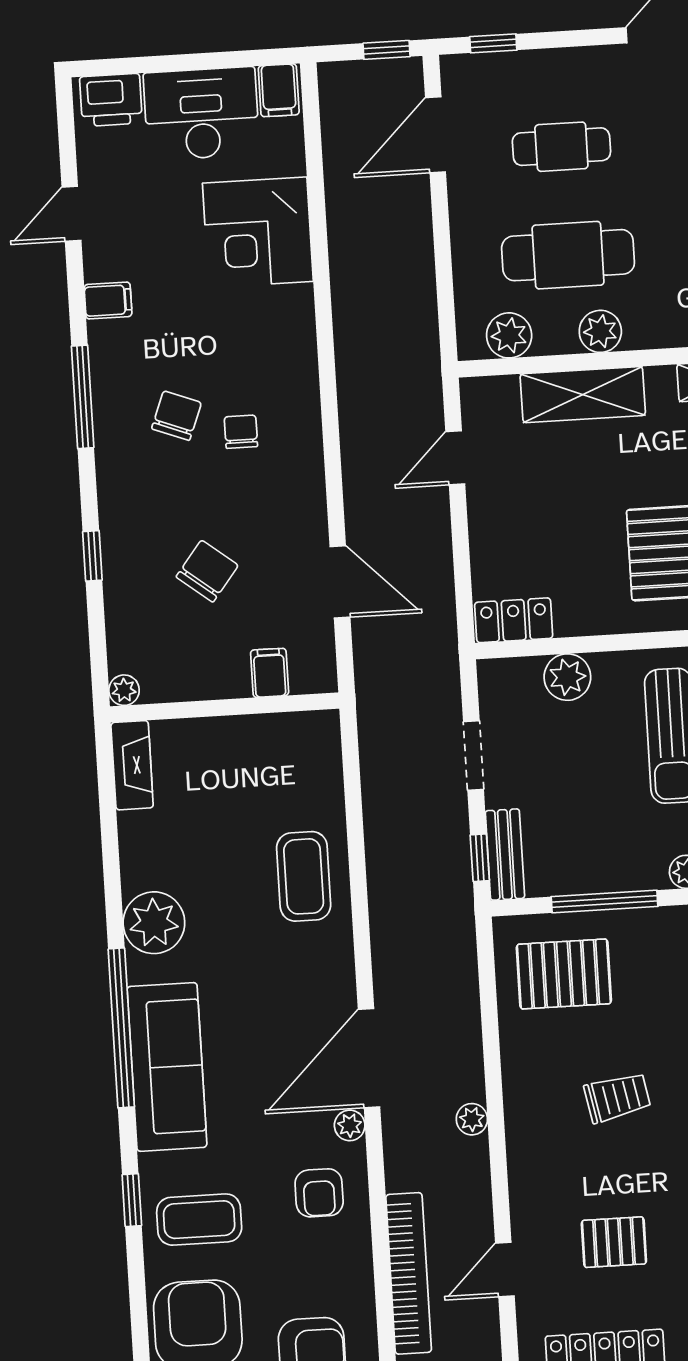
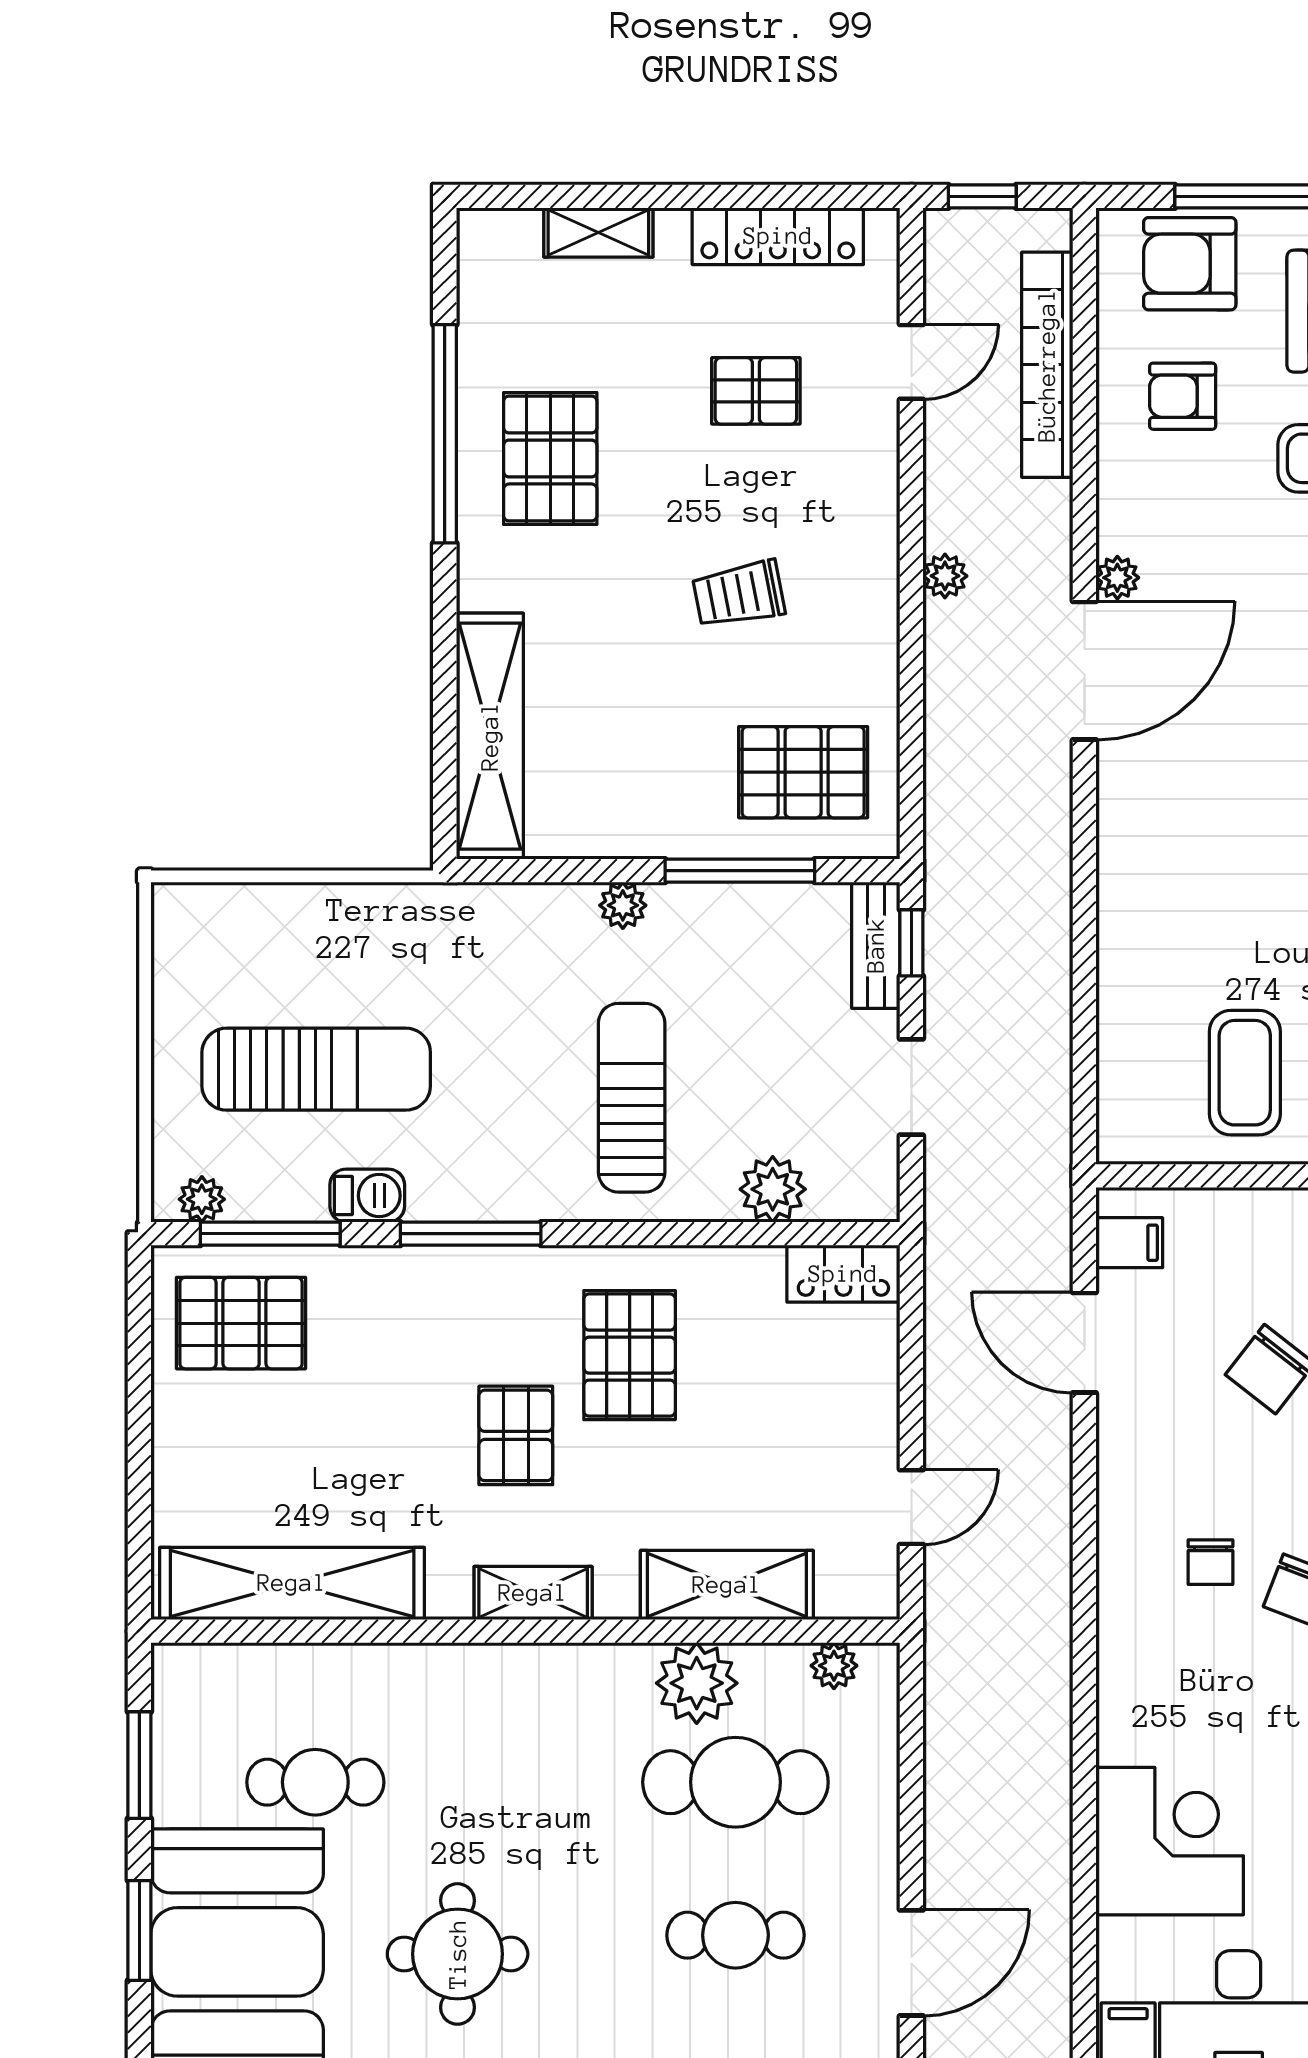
plant: (600, 331) -> (697, 1683), width x1.36, depth x1.36
plant: (509, 335) -> (834, 1666), width x0.73, depth x0.73
filing cabinet: (270, 673) -> (1129, 1243), moved, turned -90
coffee table: (304, 876) -> (1245, 1073), moved
armchair: (319, 1193) -> (1183, 396), moved, turned -90

